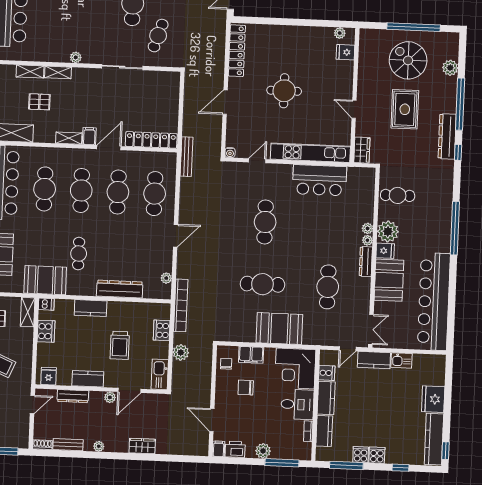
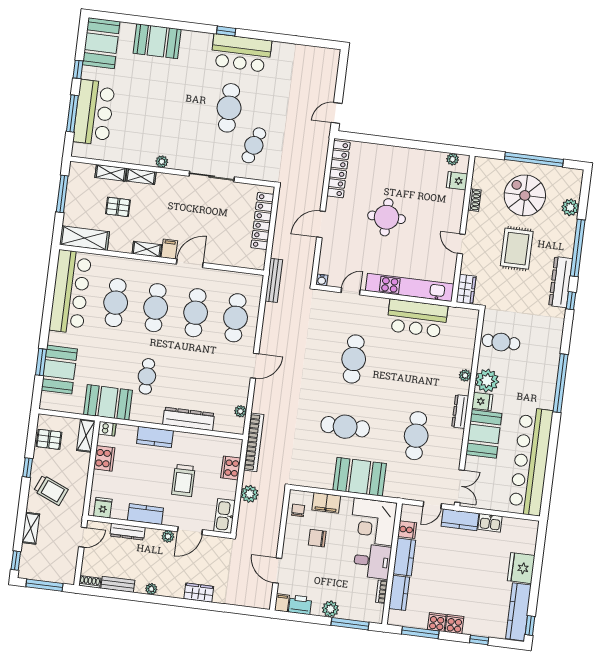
shoe rack: (363, 68) -> (474, 200), added
locker: (151, 140) -> (262, 221), moved, turned -90
plant: (367, 240) -> (464, 388), removed

